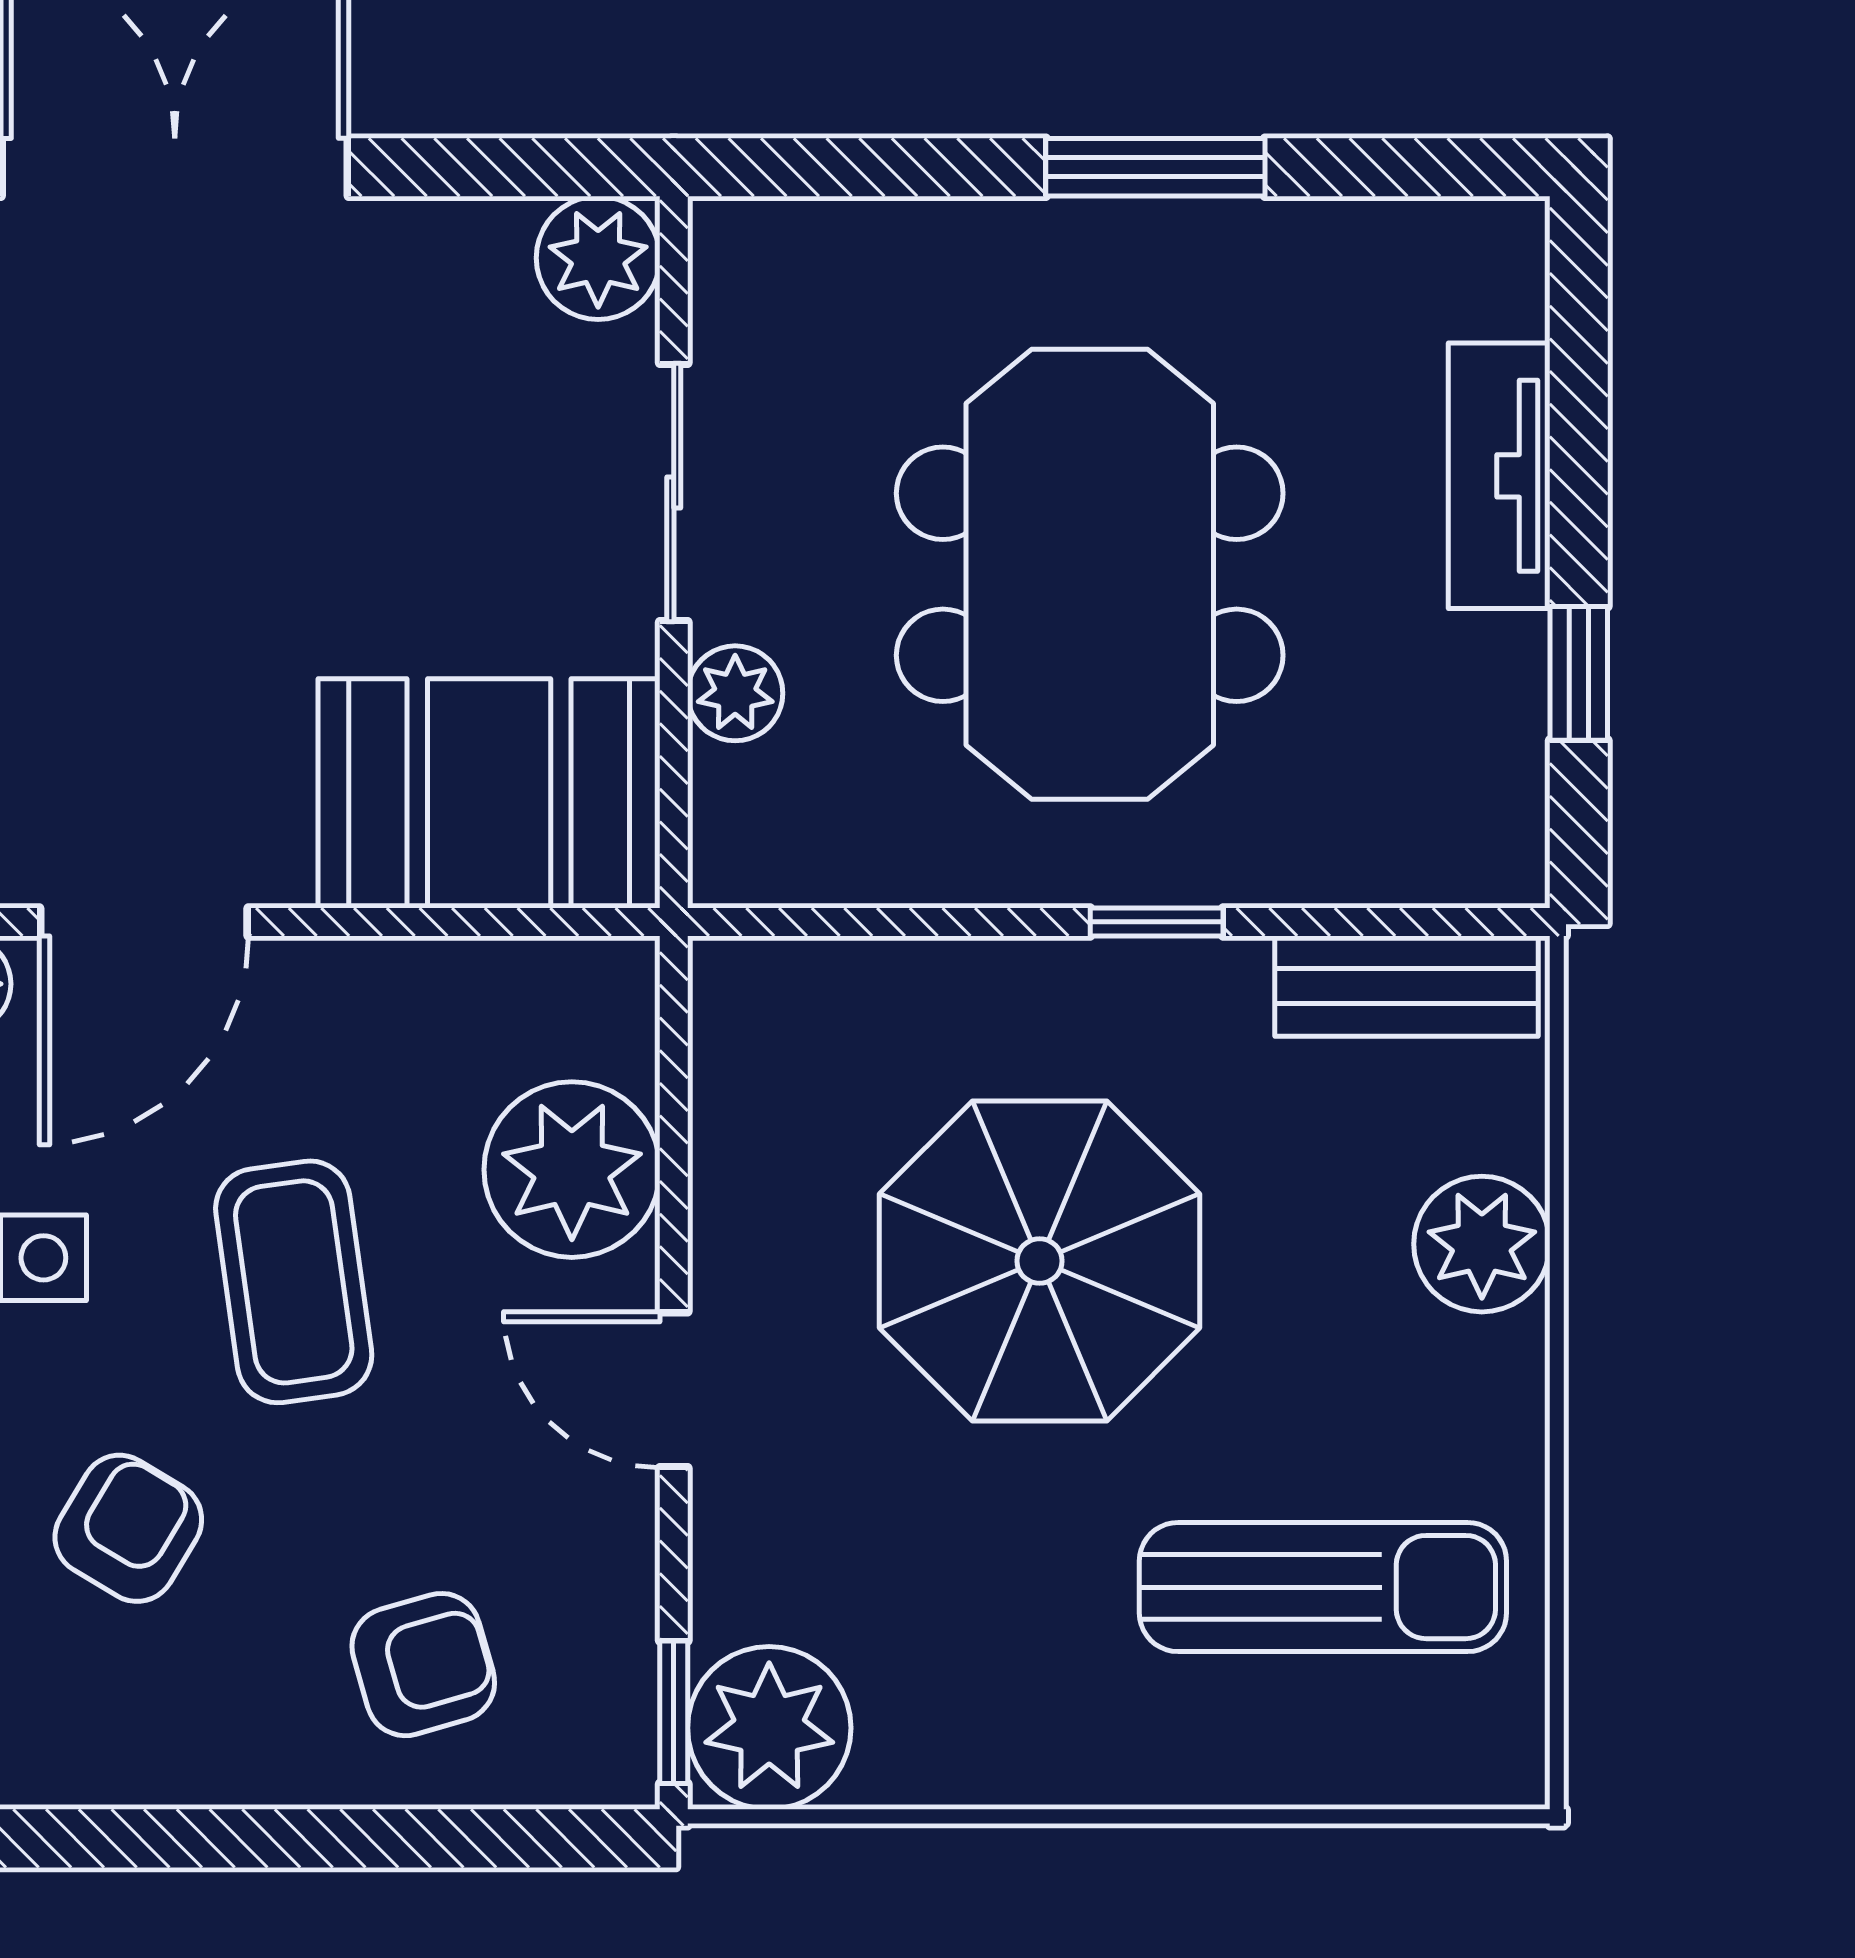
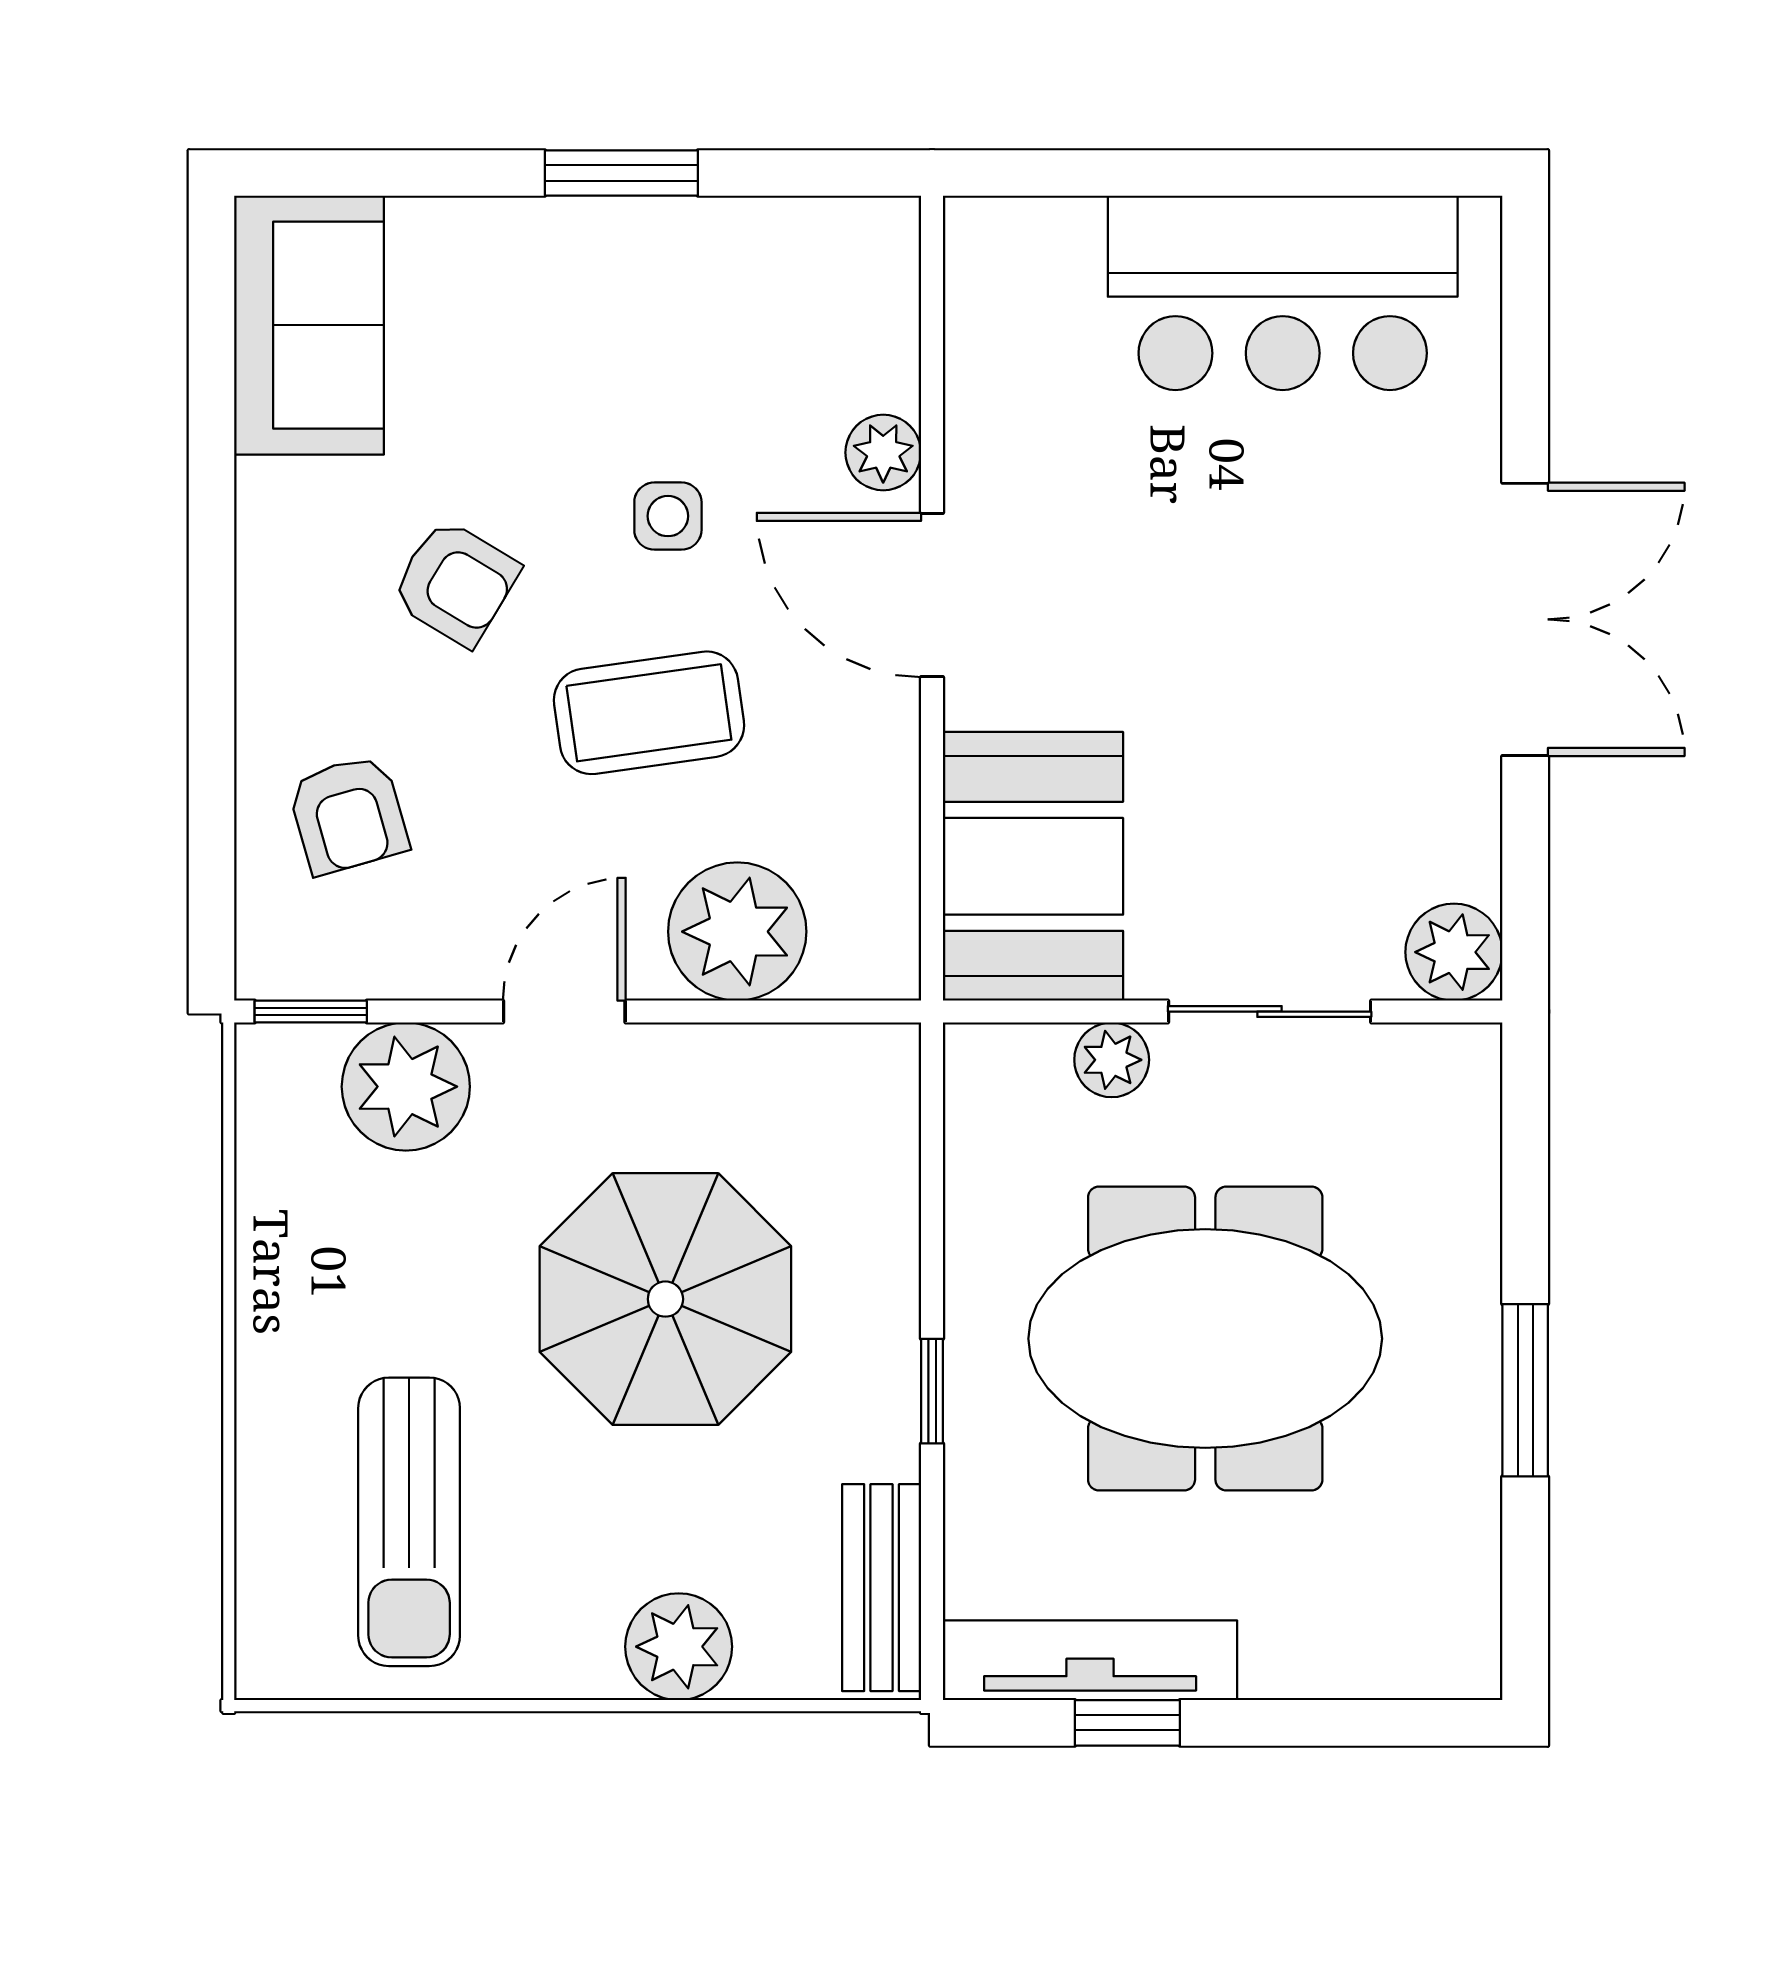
tv unit: (1499, 476) -> (1090, 1660), moved, width x1.41
plant: (769, 1728) -> (406, 1087), moved

